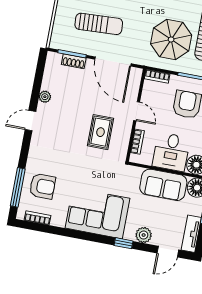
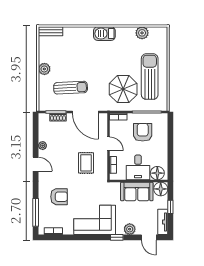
door: (30, 121) -> (36, 164), swing flipped
armchair: (42, 186) -> (59, 197), moved
door: (168, 252) -> (149, 237), hinge flipped

